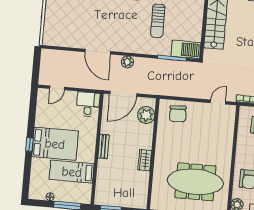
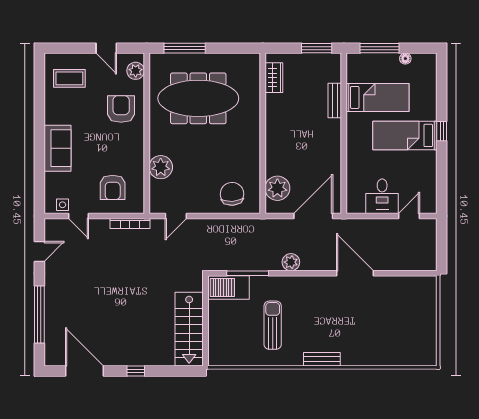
plant: (127, 62) -> (291, 262), moved
desk: (88, 104) -> (382, 196), moved
plant: (225, 137) -> (161, 167), added
bed: (55, 144) -> (405, 135), width x0.67
bench: (104, 146) -> (335, 101), moved
wardrobe: (145, 160) -> (274, 78), moved

